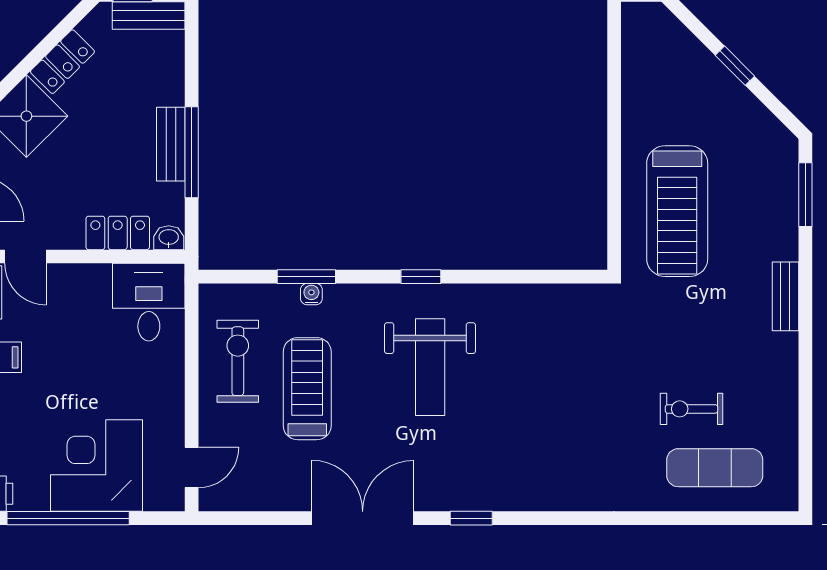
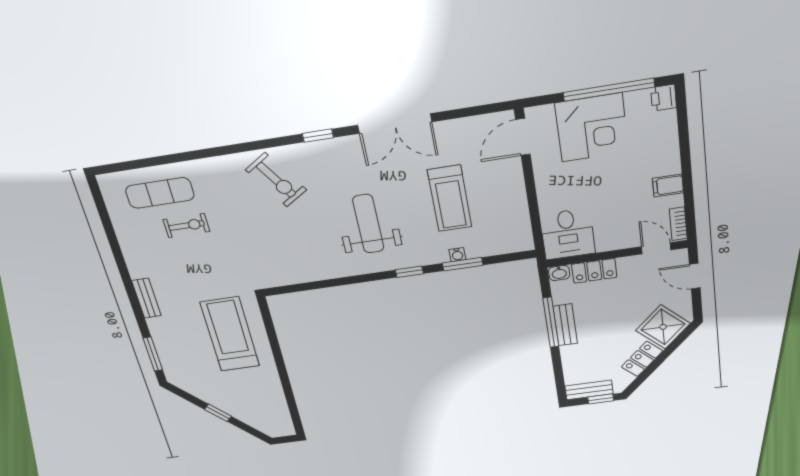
window: (421, 277) -> (409, 272), moved
exercise bike: (238, 361) -> (276, 180), moved, turned -33
door: (192, 467) -> (523, 137), width x1.38

